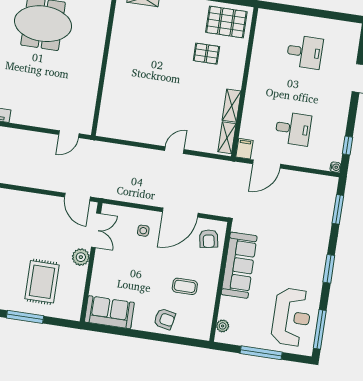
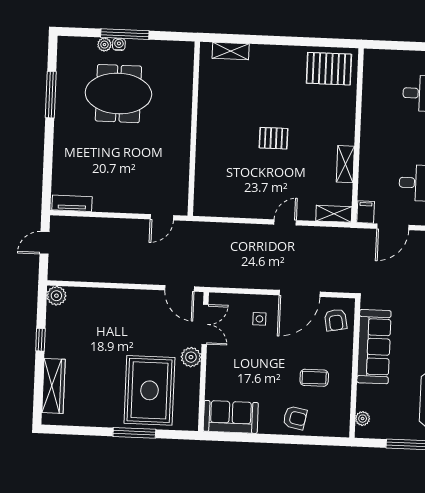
pallet: (206, 54) -> (274, 138), moved
shelving: (227, 138) -> (334, 214), moved, turned 90
rug: (42, 282) -> (149, 390), width x1.37, depth x1.44

